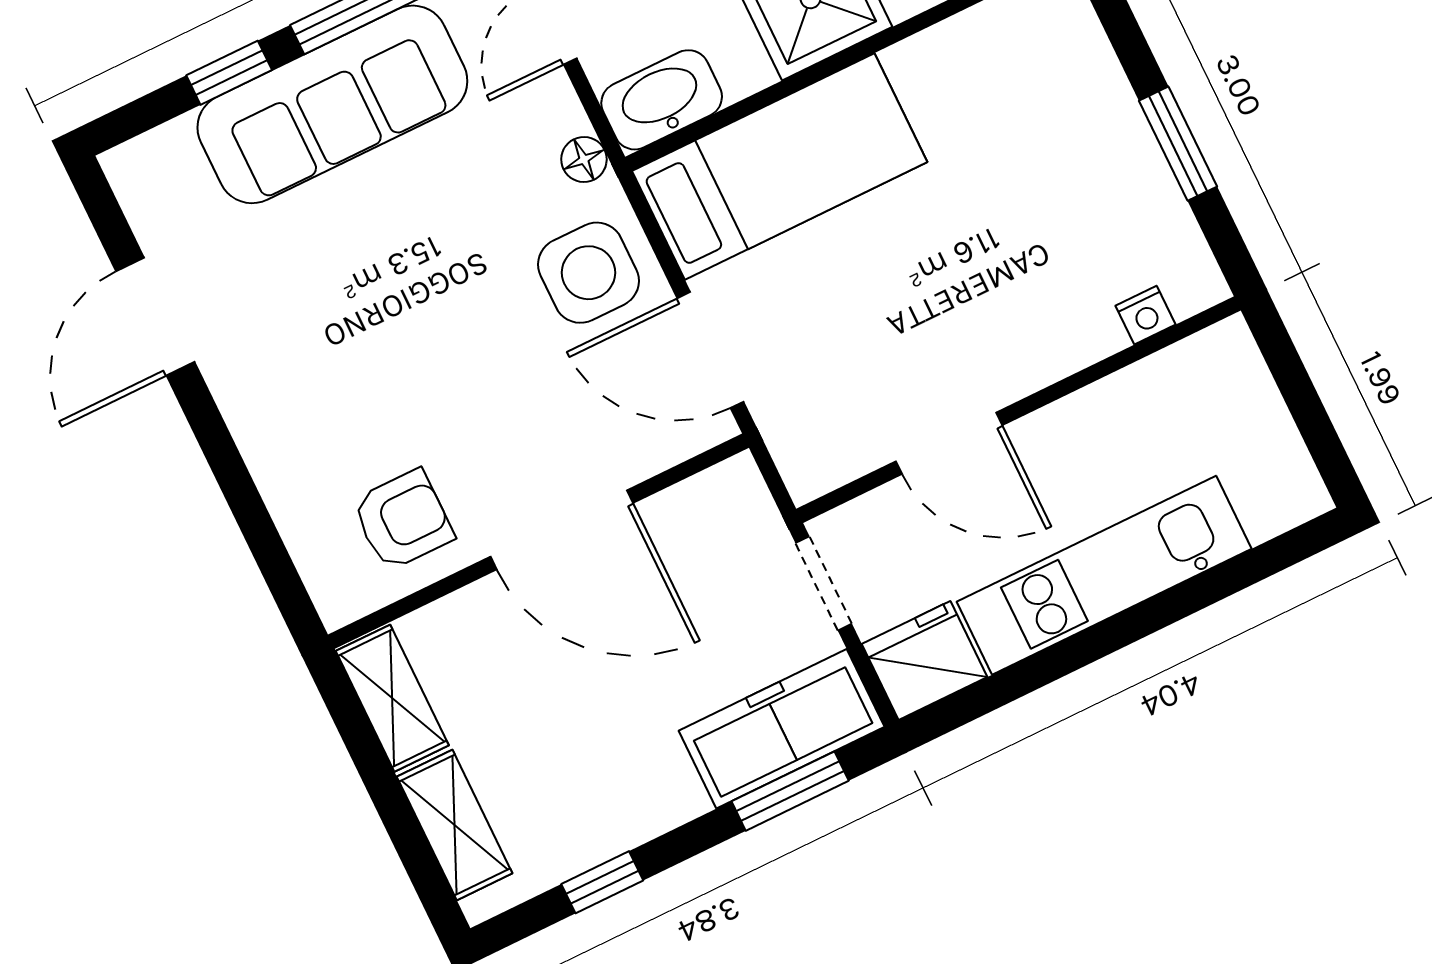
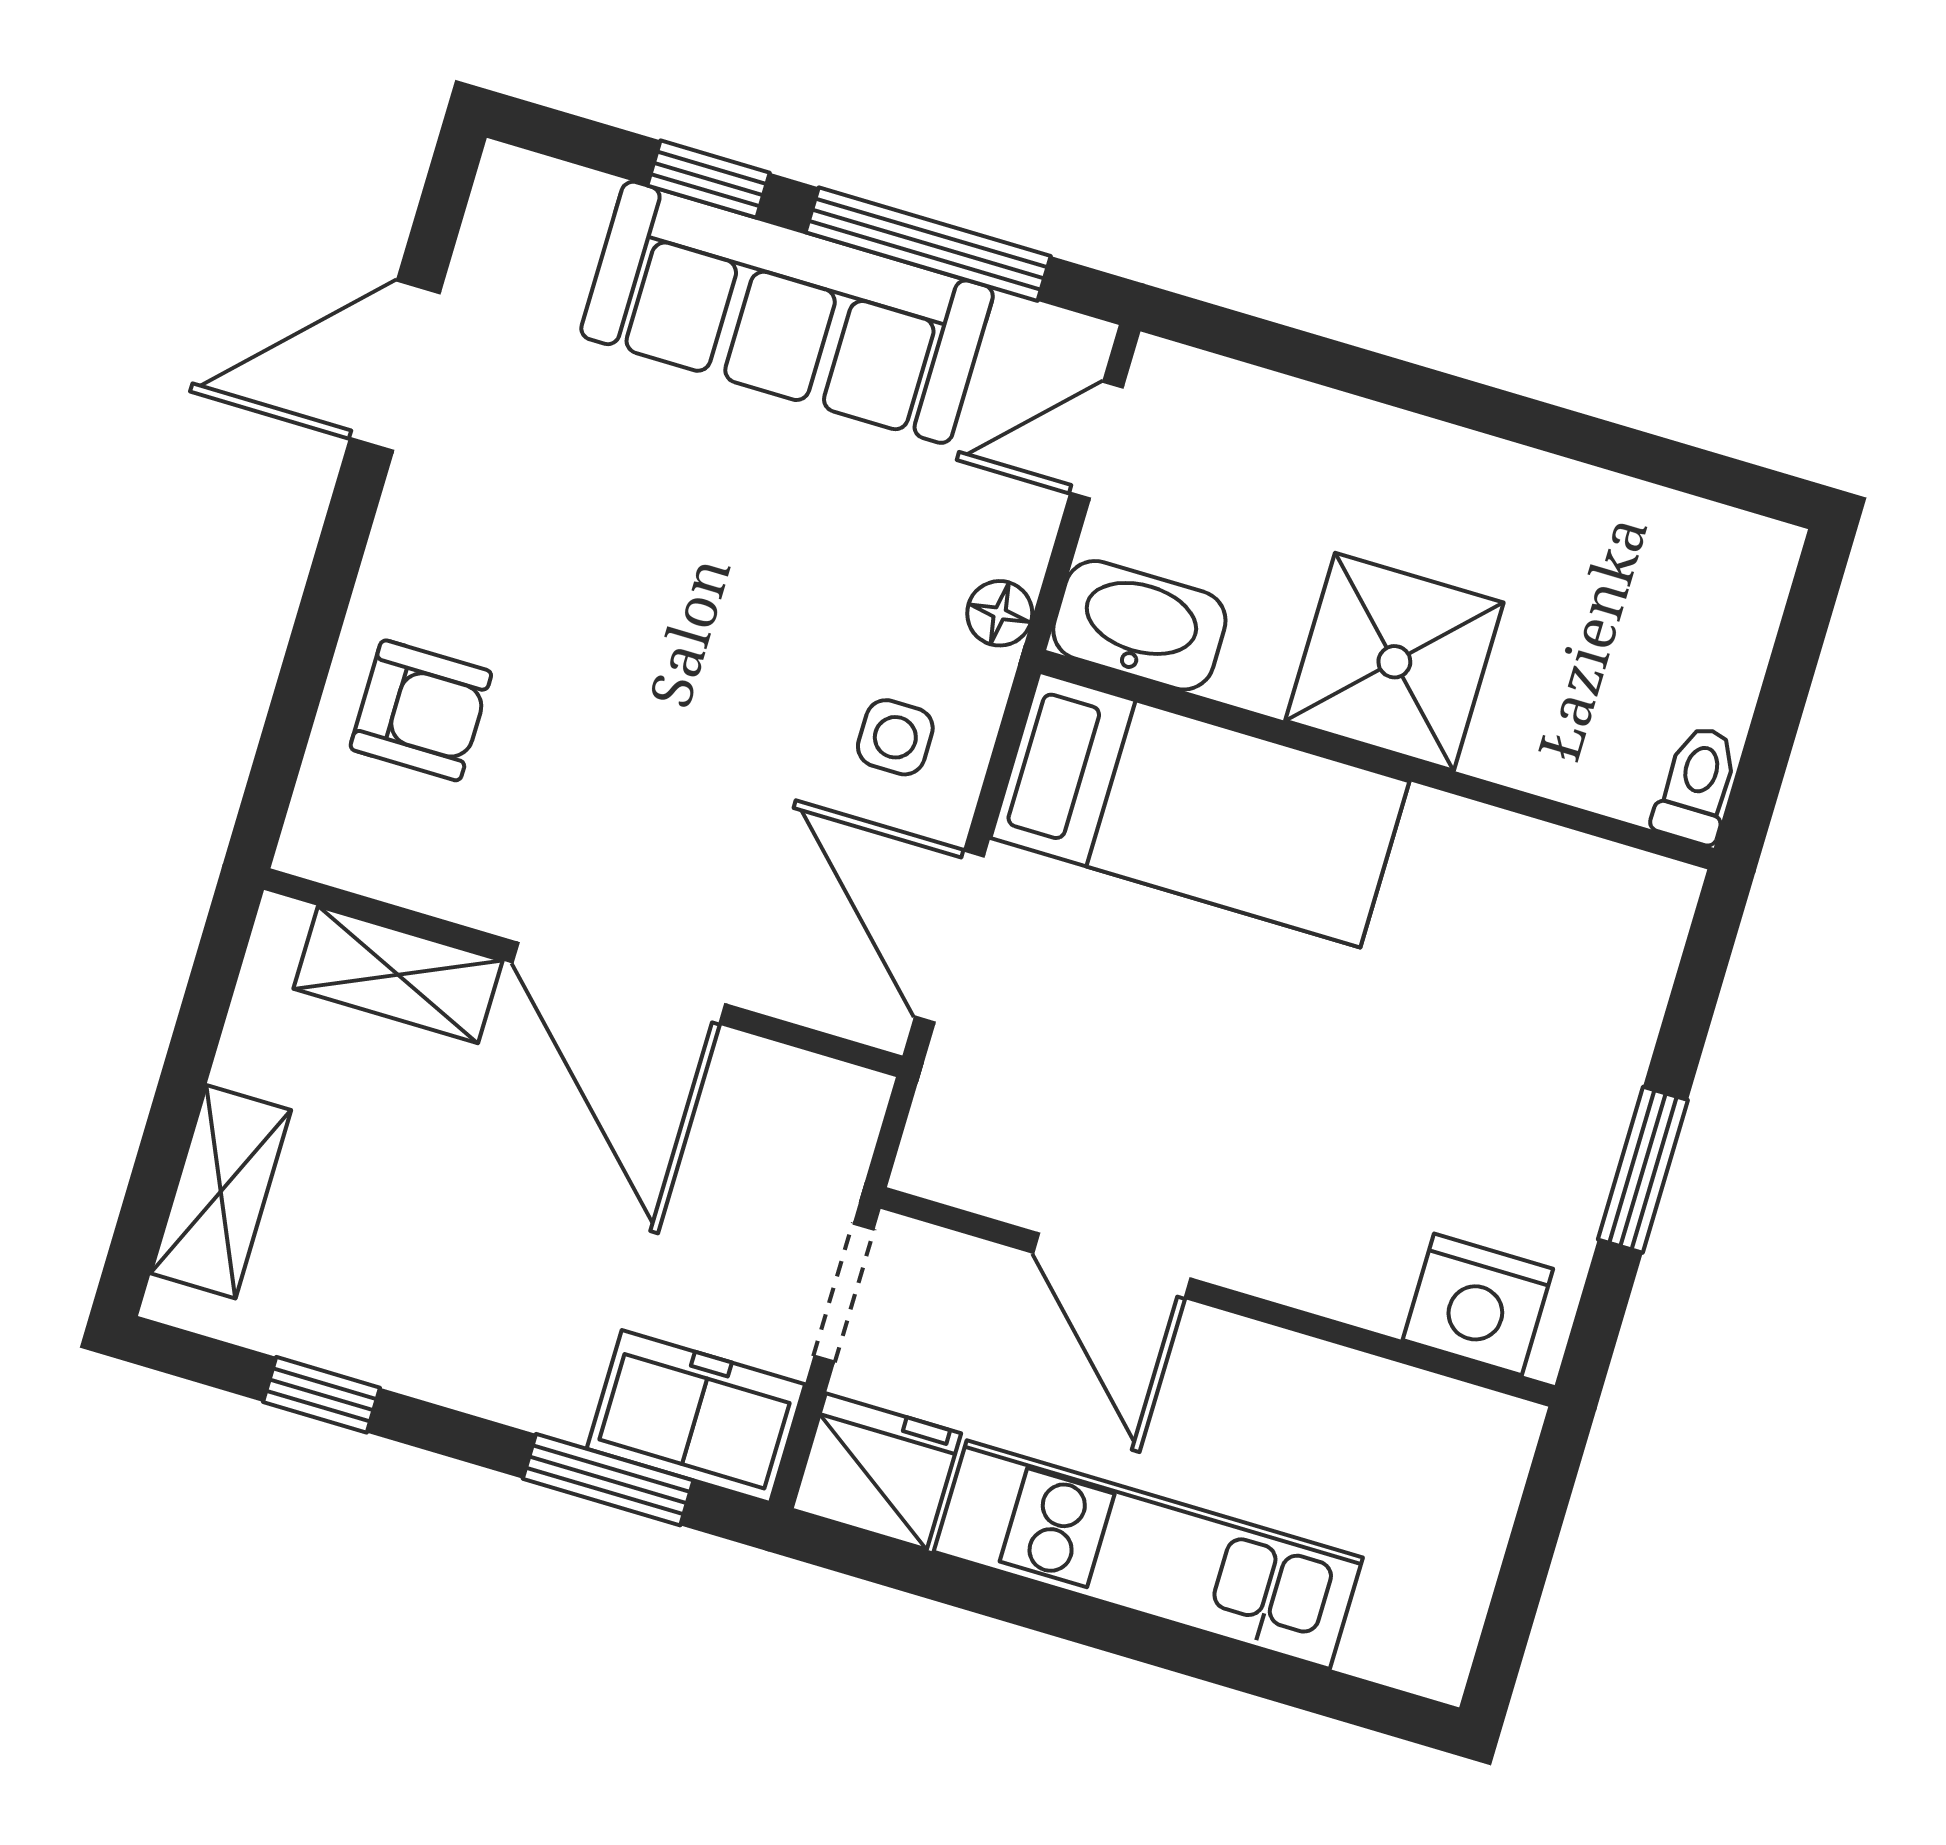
side table: (589, 273) -> (895, 737), width x0.54, depth x0.54
nightstand: (1145, 315) -> (1478, 1304), width x1.89, depth x1.79
armchair: (403, 520) -> (421, 710), moved
shelving: (392, 698) -> (398, 975), moved, turned 90
freezer: (782, 729) -> (696, 1417), width x0.71

